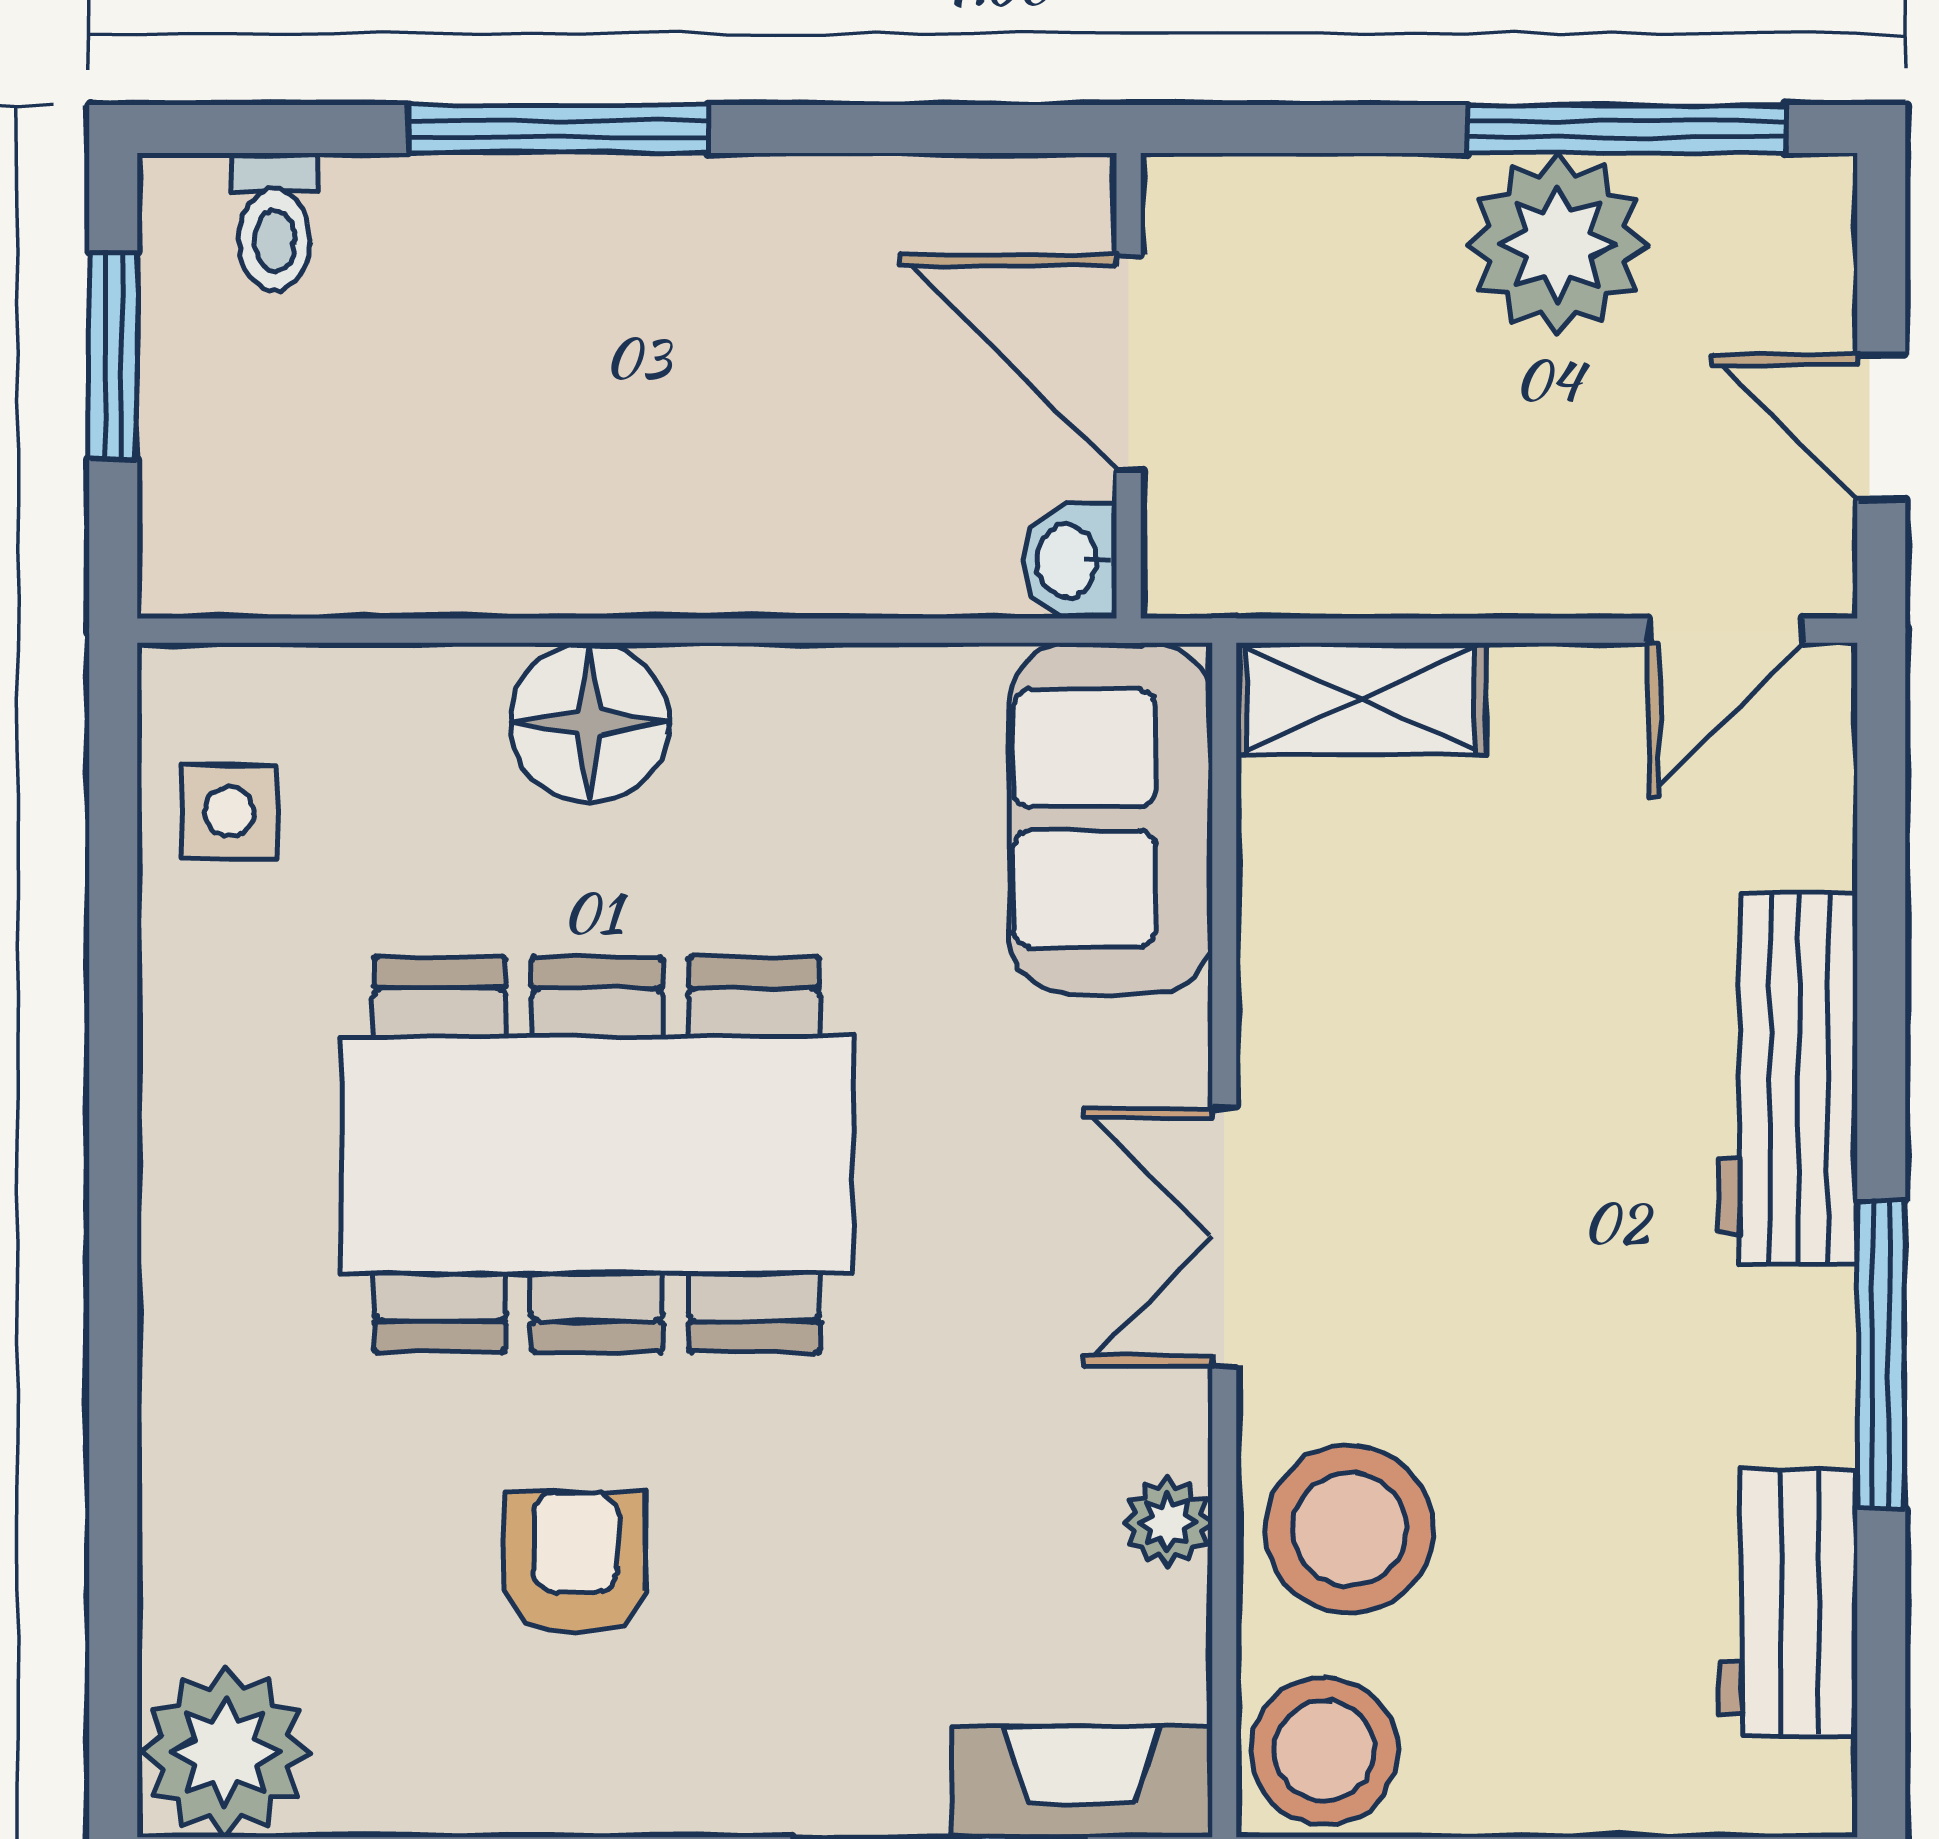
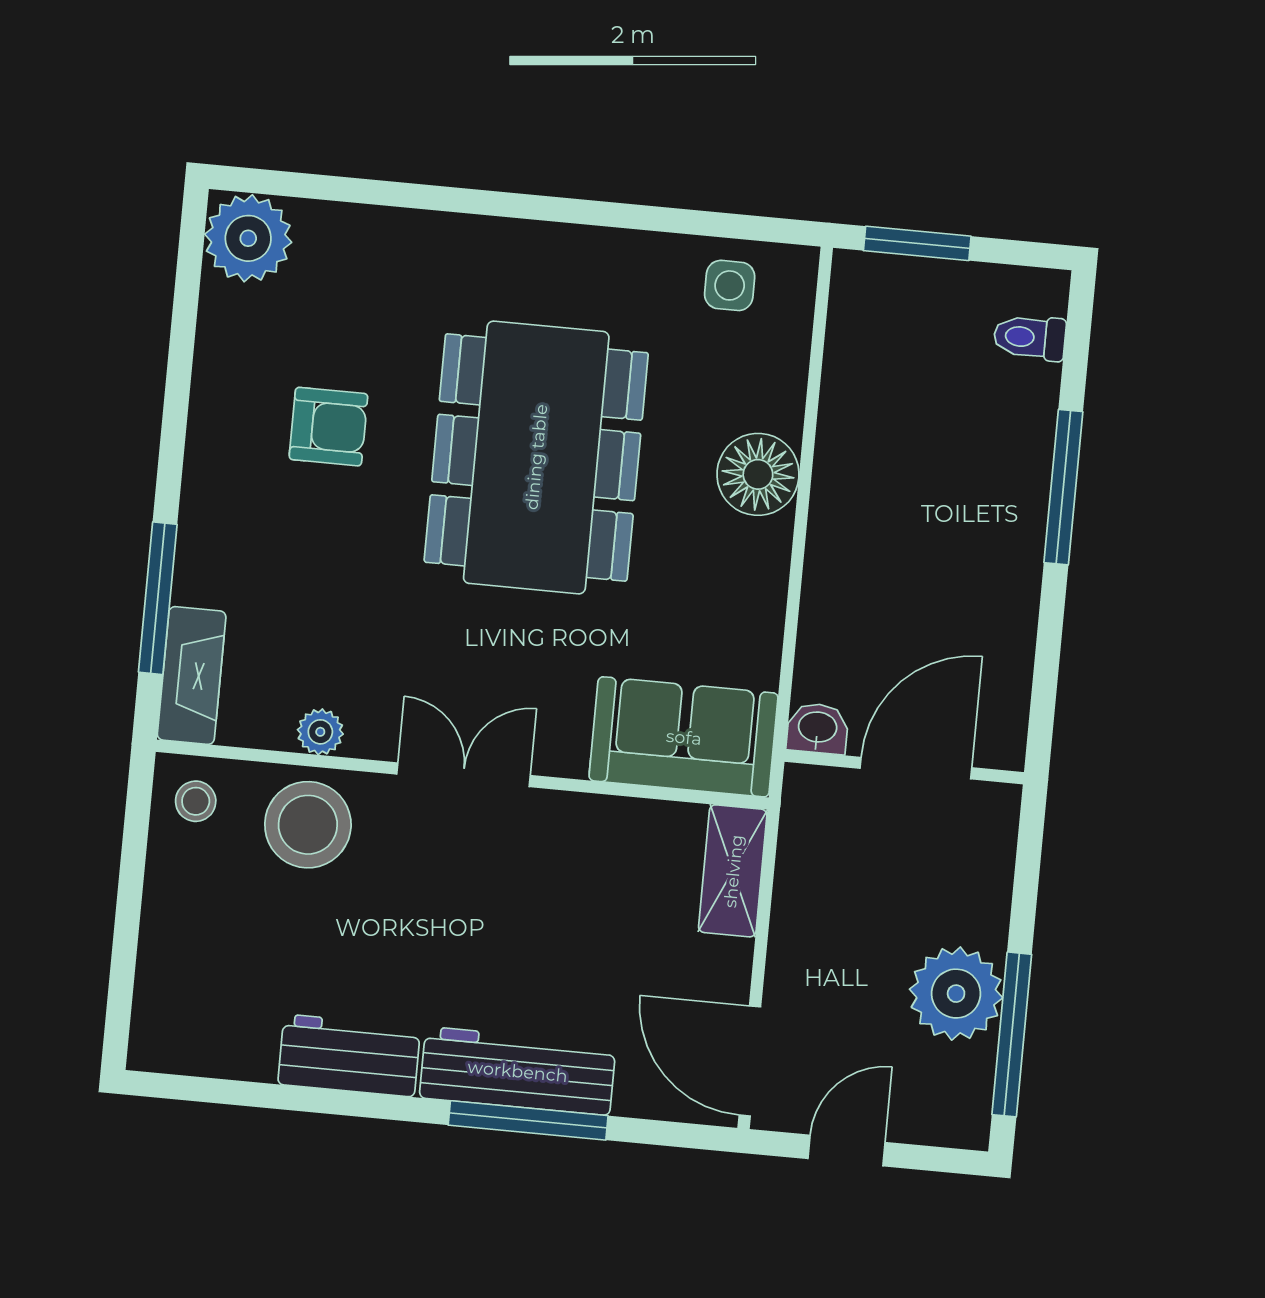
window: (113, 356) -> (917, 243), moved
door: (1726, 631) -> (750, 1061), width x1.37
window: (1881, 1355) -> (528, 1120), moved
workbench: (1788, 1603) -> (349, 1056), moved
stool: (1325, 1751) -> (196, 801), width x0.53, depth x0.53

